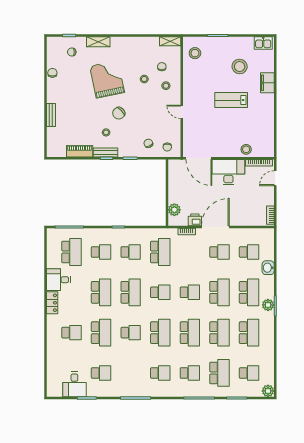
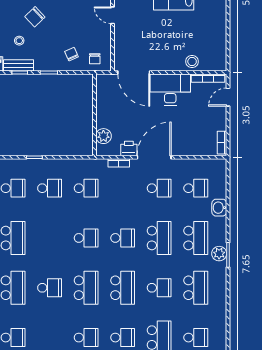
school desk: (160, 252) -> (86, 188), width x0.54
school desk: (131, 292) -> (50, 238), removed
school desk: (219, 333) -> (159, 288), width x0.54

